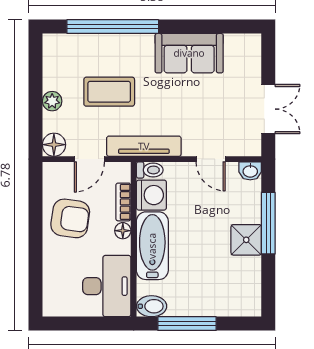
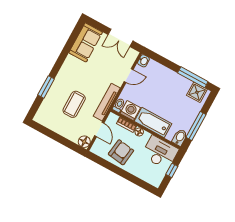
window: (113, 27) -> (46, 87), width x0.47
sofa: (189, 53) -> (86, 42), moved
plant: (52, 101) -> (64, 132), removed
double door: (268, 109) -> (120, 38), swing flipped
window: (268, 223) -> (193, 77), moved
shower: (246, 240) -> (197, 92), moved
window: (87, 324) -> (172, 170), added

